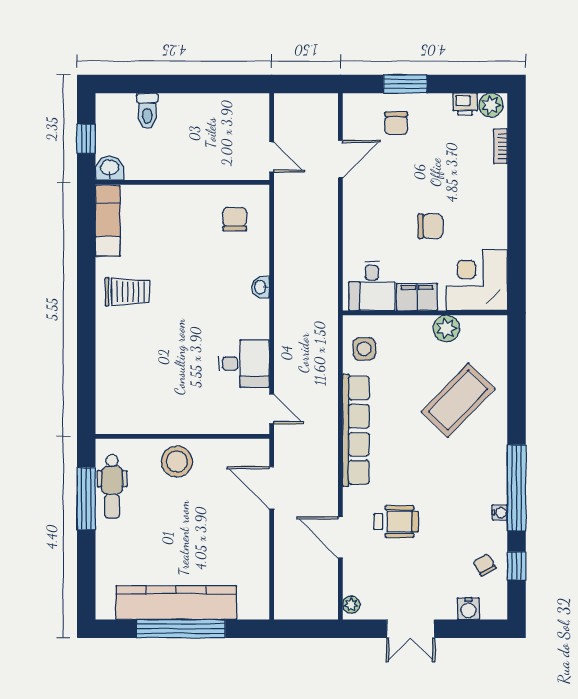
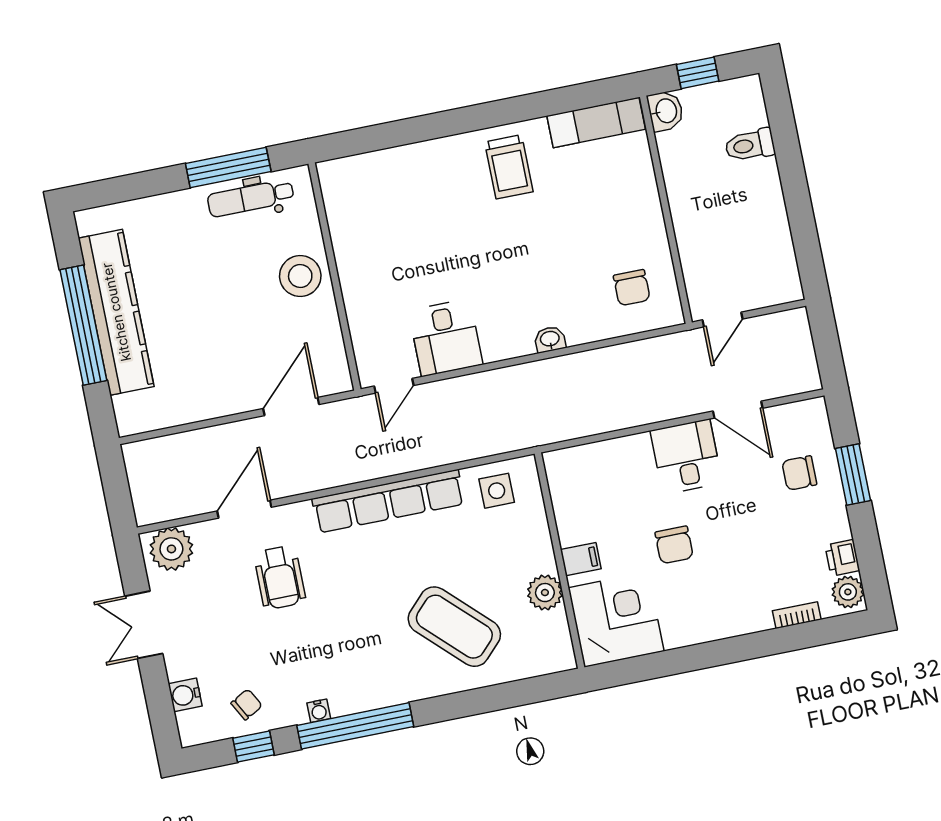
chair: (235, 219) -> (632, 288), turned 90
desk: (372, 286) -> (686, 457), moved, turned 90
filing cabinet: (417, 297) -> (581, 559), width x0.50
plant: (351, 605) -> (171, 549), width x1.88, depth x1.88

